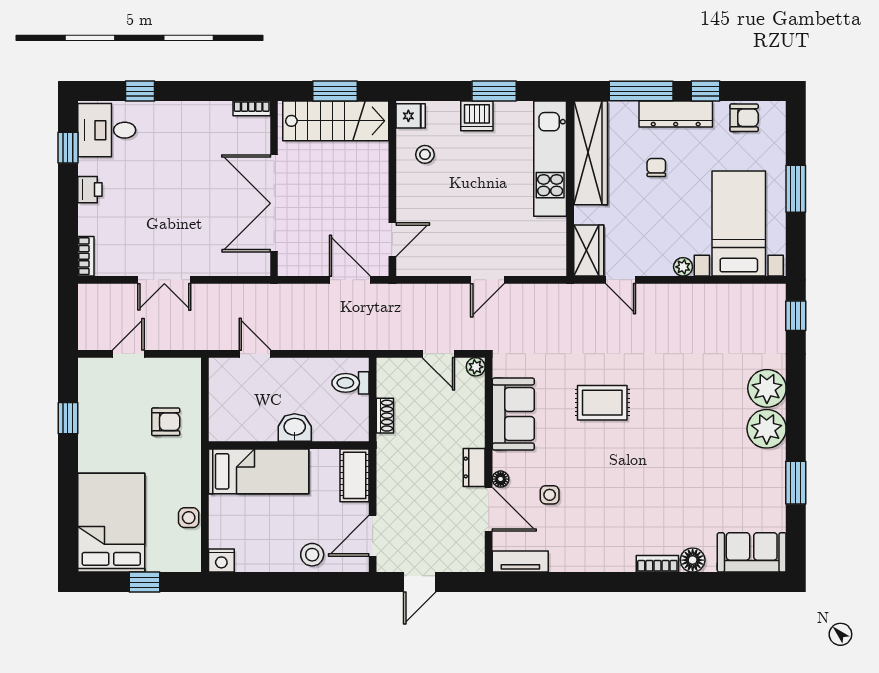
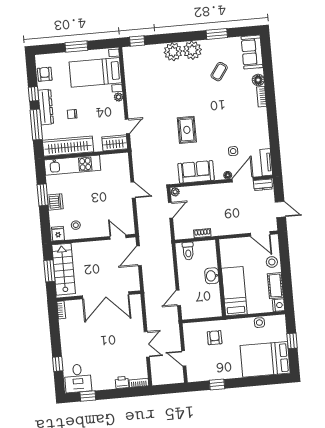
printer: (90, 190) -> (122, 382), moved
dresser: (474, 467) -> (263, 185), moved
cot: (355, 475) -> (275, 286), moved, turned 90
coffee table: (717, 480) -> (219, 72), added

